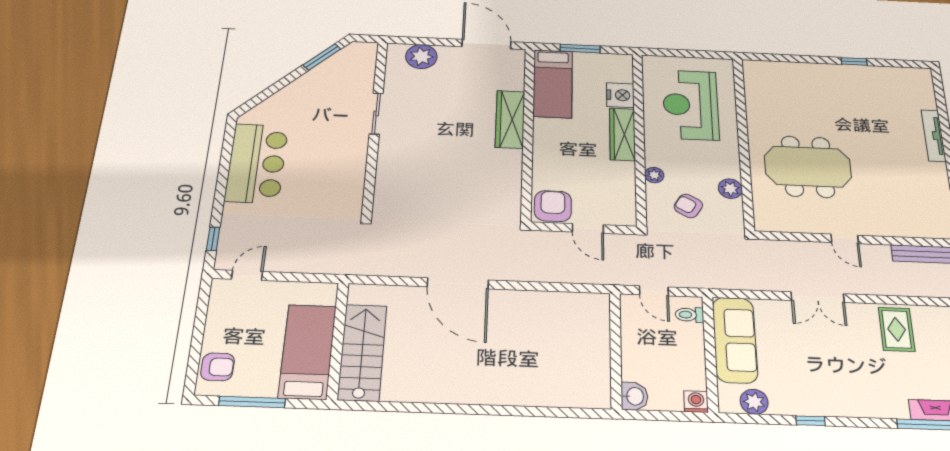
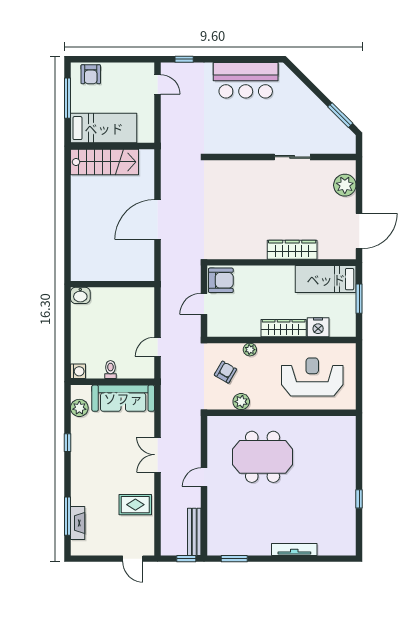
meeting table: (808, 167) -> (263, 457), turned 90
toilet: (689, 315) -> (110, 370), moved
wall: (616, 350) -> (112, 284), moved
washbasin: (634, 396) -> (80, 295), moved

